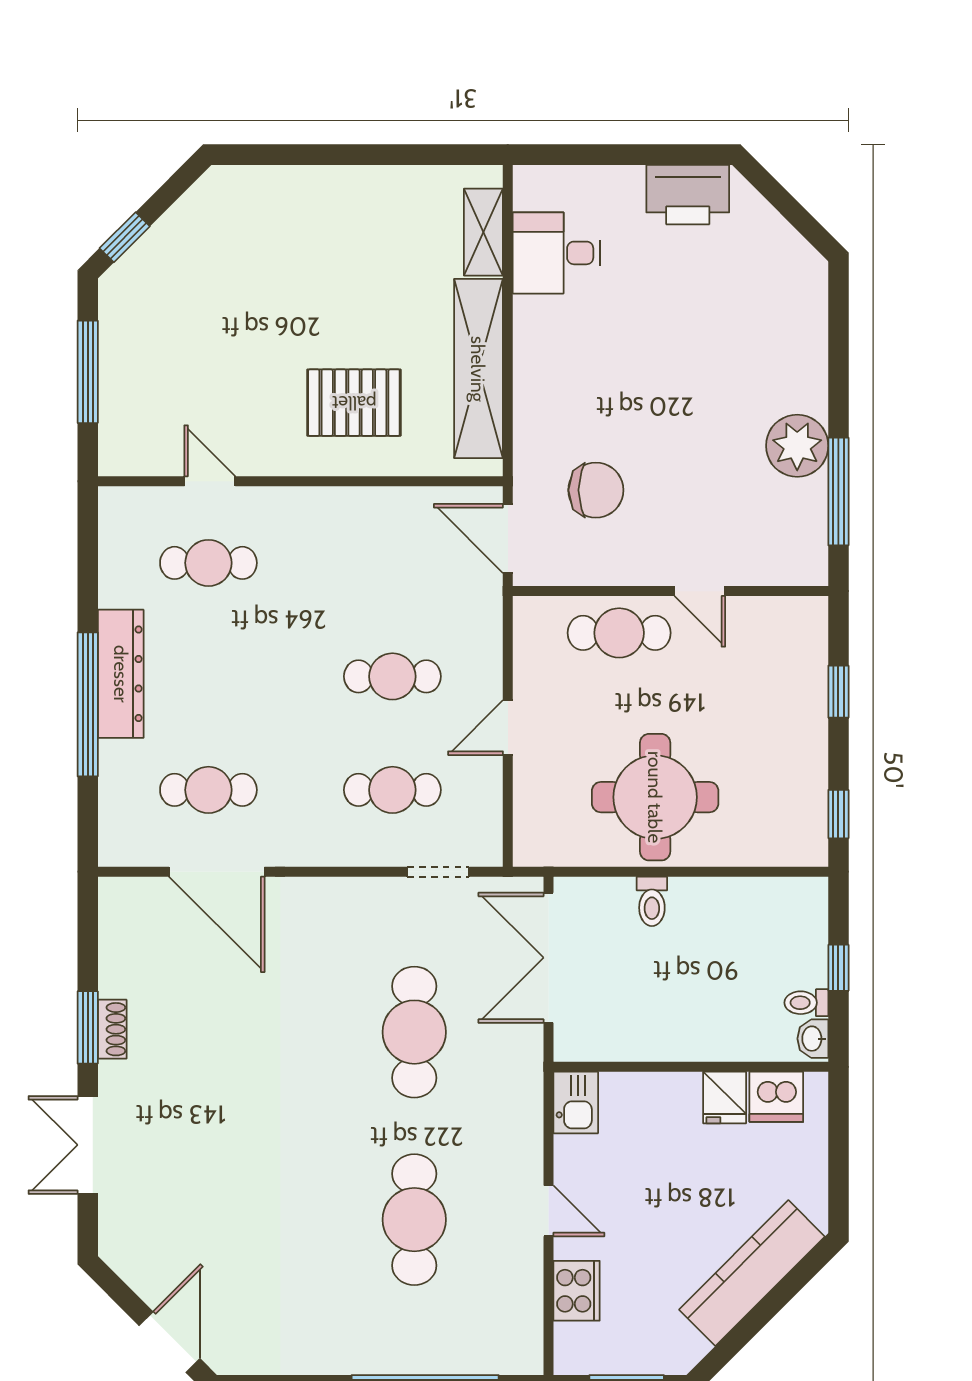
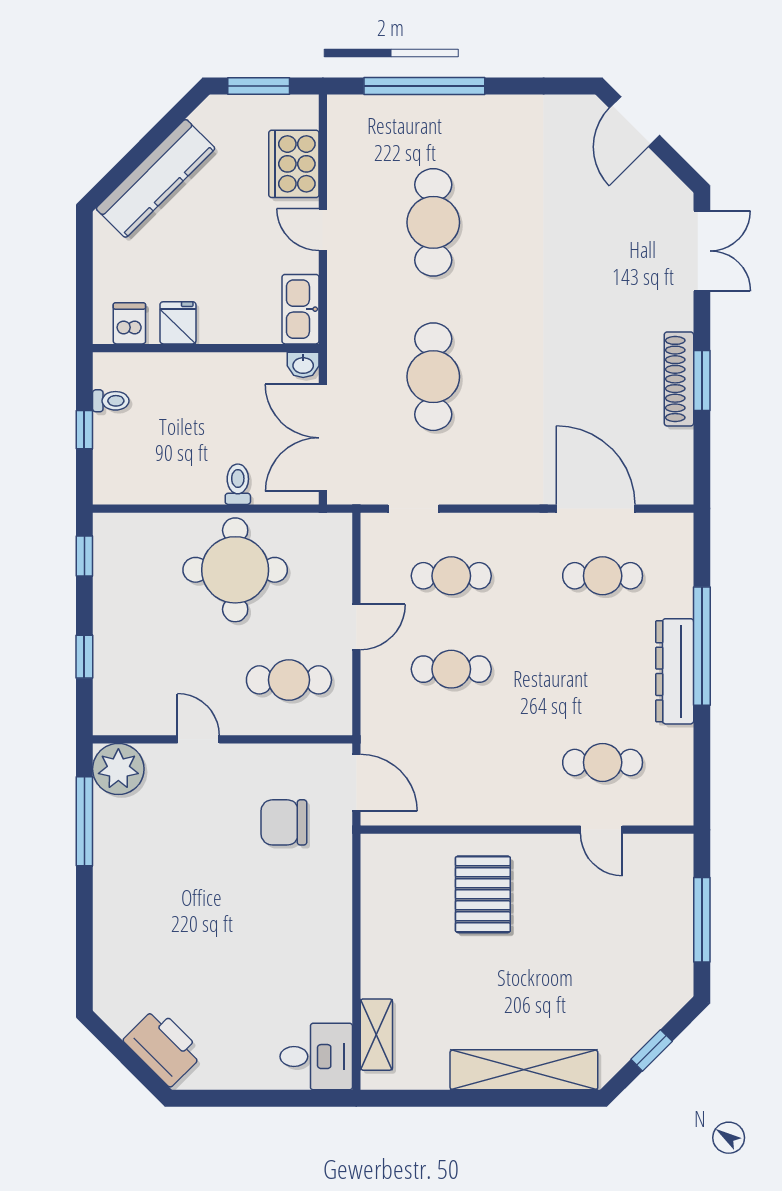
printer: (688, 195) -> (163, 1047), moved, turned 45
window: (125, 237) -> (652, 1050), moved
desk: (557, 253) -> (316, 1057), moved
shelving: (478, 369) -> (524, 1070), moved, turned 90
pallet: (354, 403) -> (483, 894), turned 90
plant: (797, 446) -> (118, 769), moved
cafe table: (619, 633) -> (289, 680), moved
double door: (548, 958) -> (323, 438), swing flipped
shoe rack: (112, 1029) -> (679, 379), width x1.94, depth x1.24
washbasin: (813, 1039) -> (303, 365), moved, turned 90
dishwasher: (776, 1097) -> (129, 323), width x0.73
kitchen sink: (576, 1103) -> (300, 309), width x1.38
double door: (88, 1145) -> (702, 251), moved
cooker: (577, 1291) -> (294, 164), width x1.37, depth x1.31

